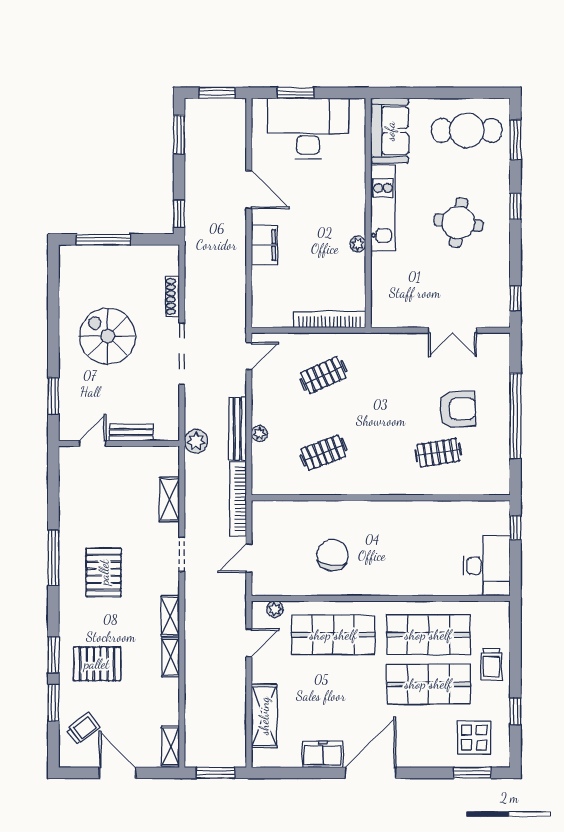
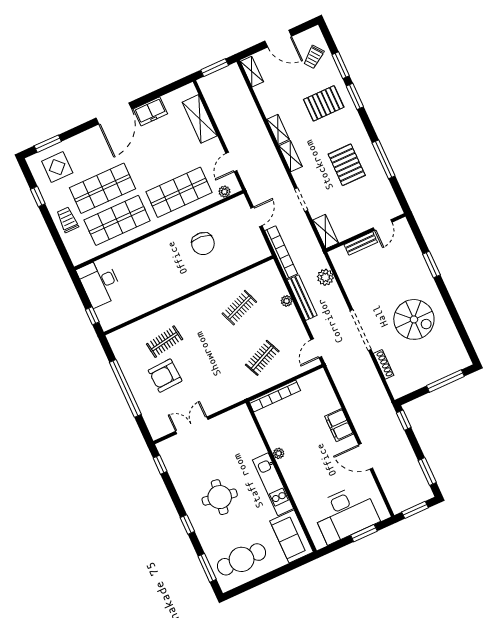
bench: (131, 432) -> (361, 243), moved
door: (93, 443) -> (383, 225), moved
wall: (119, 443) -> (366, 233), moved

